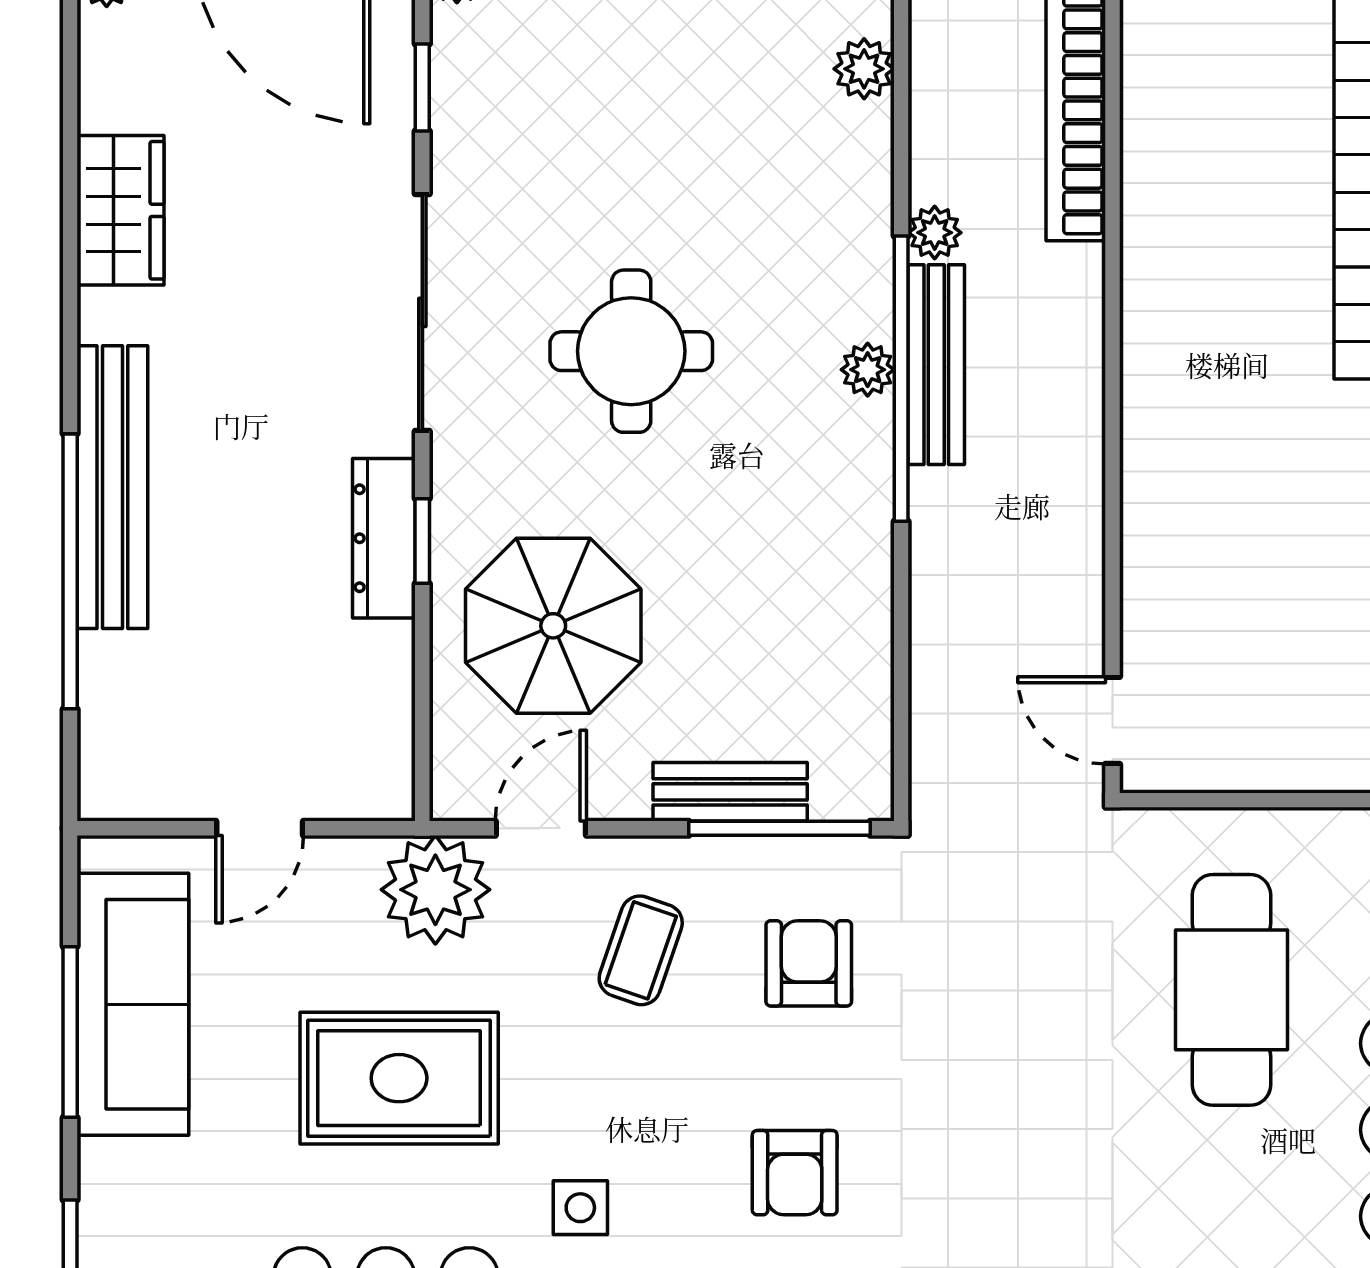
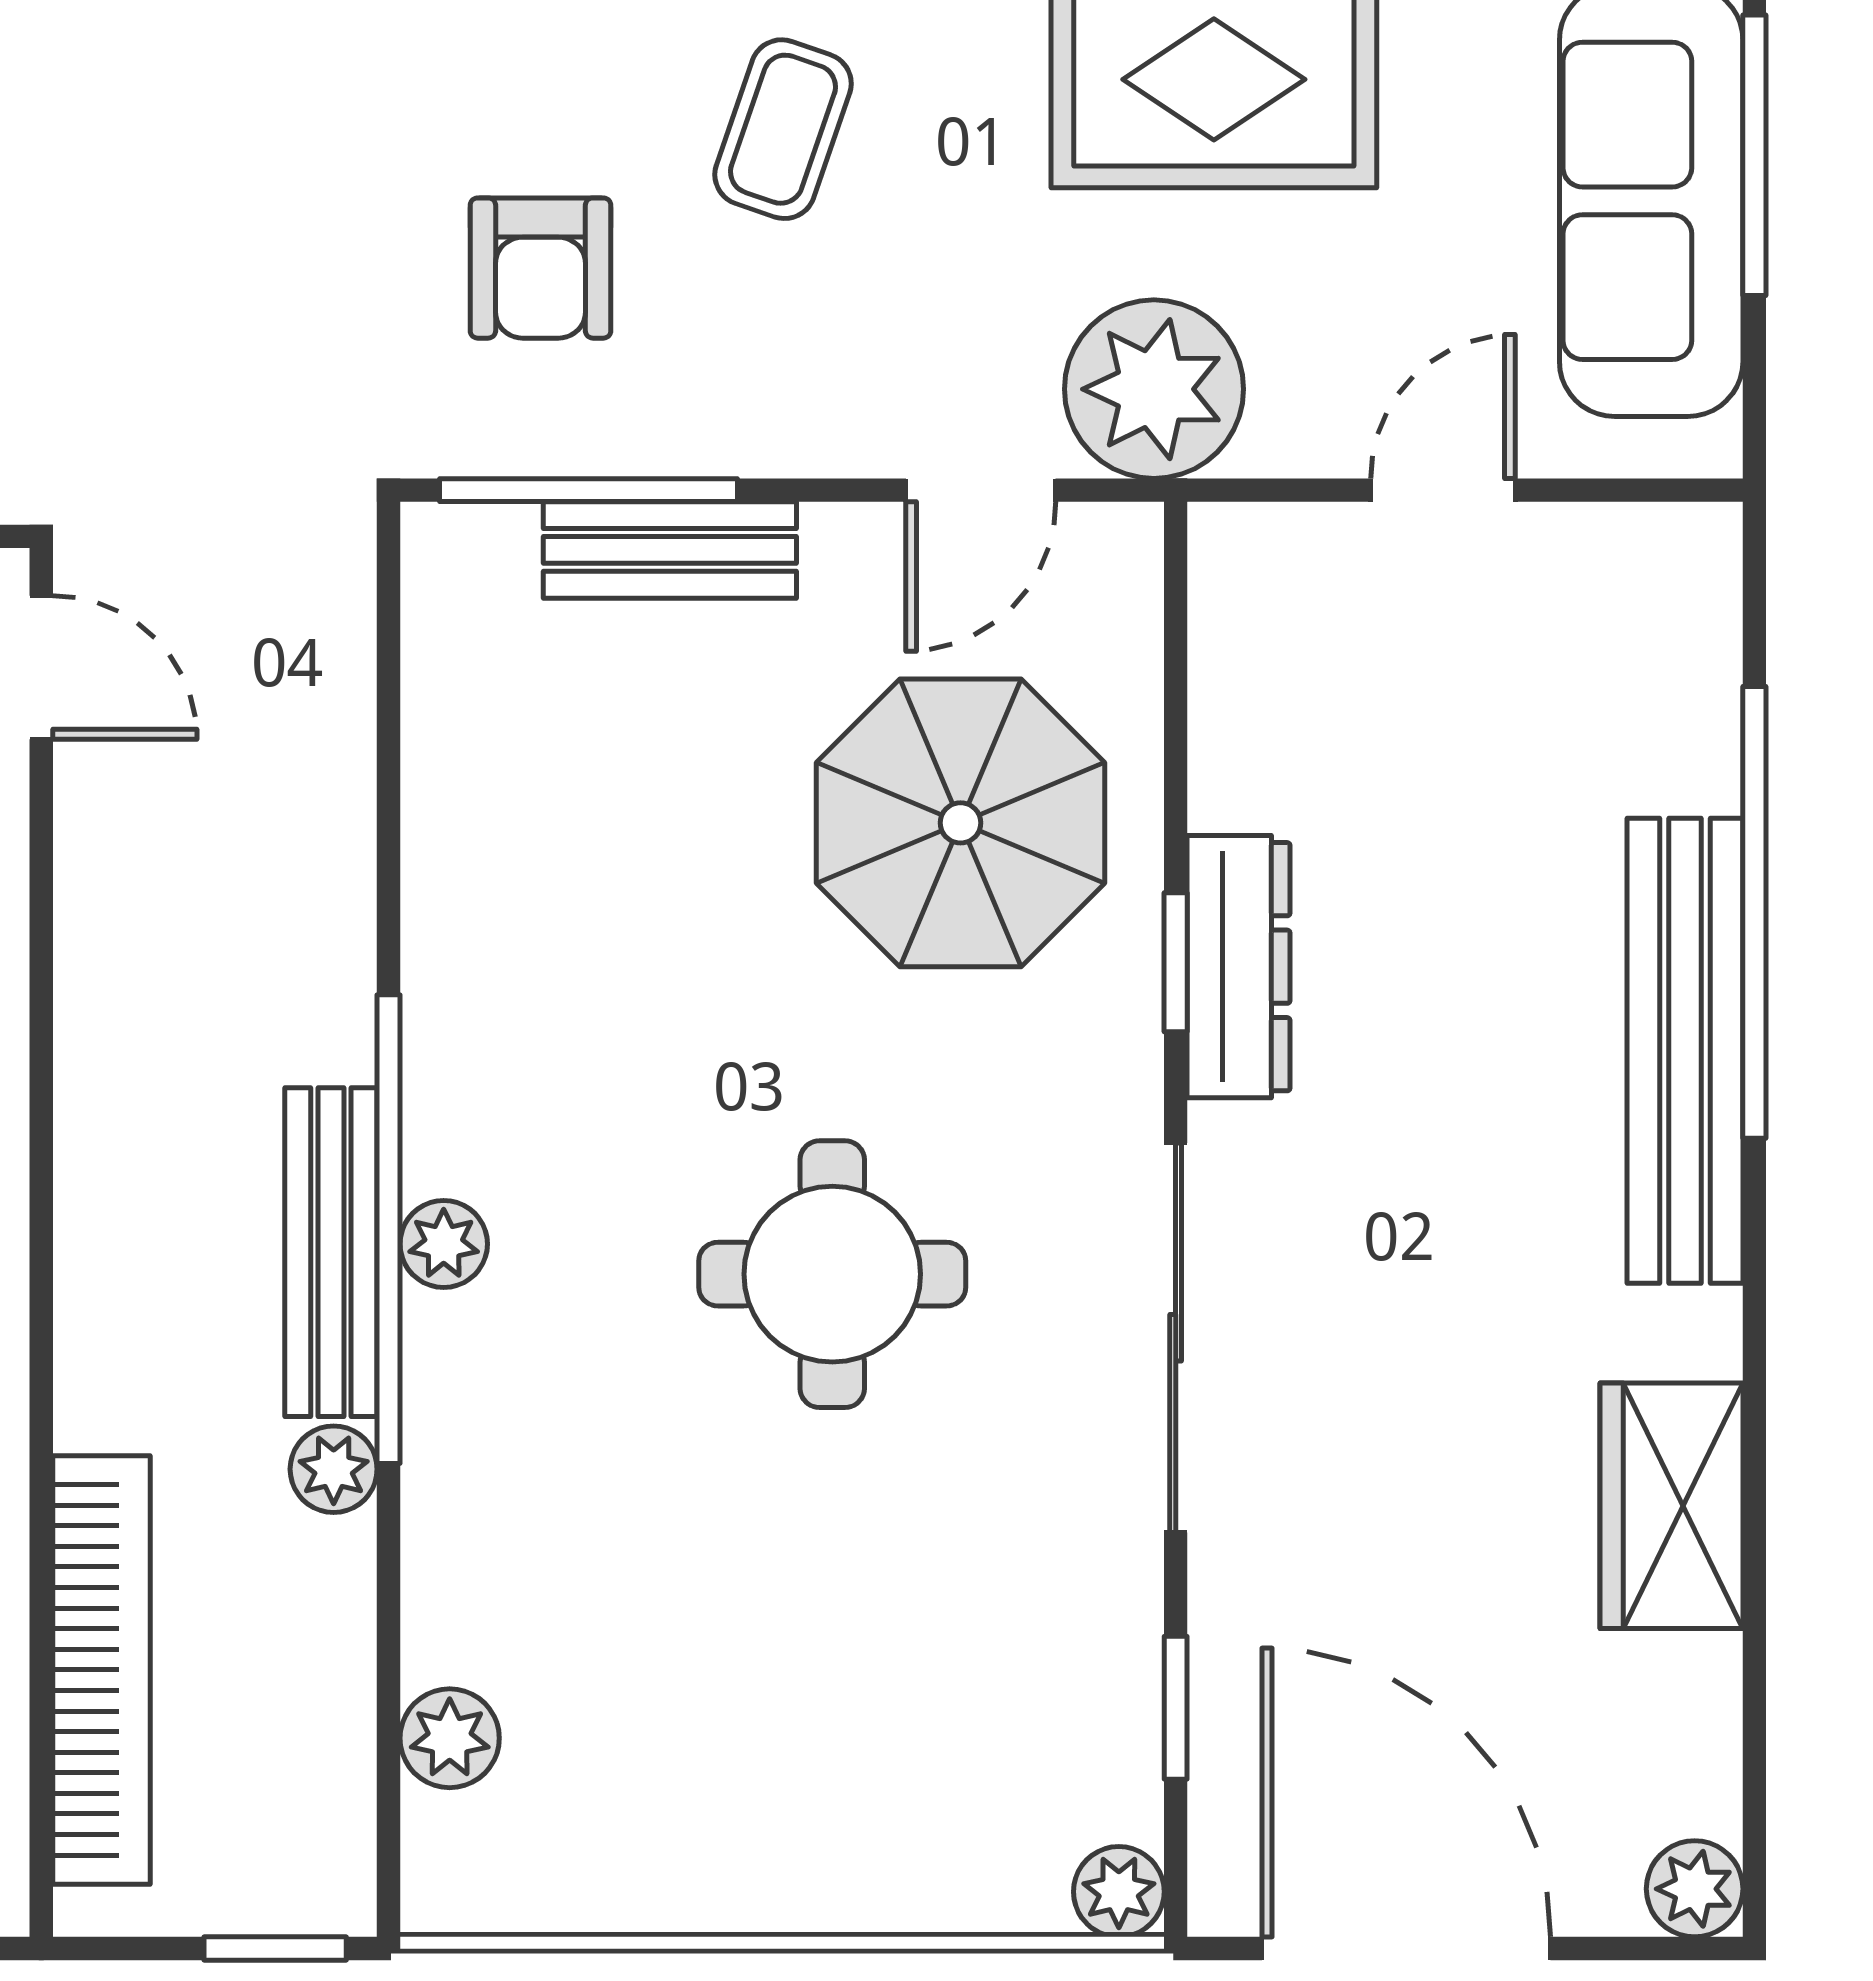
coffee table: (641, 950) -> (783, 129), moved

